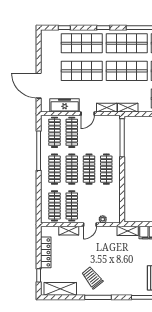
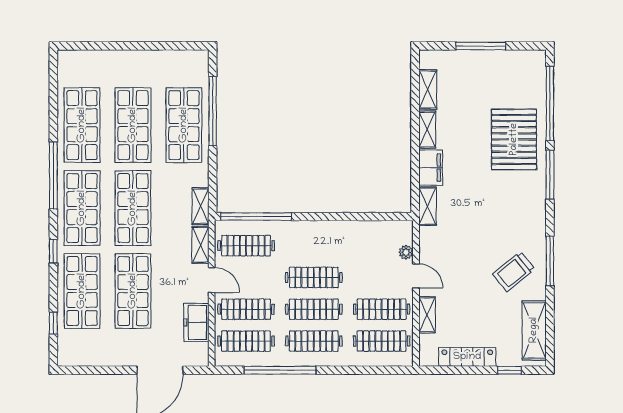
freezer: (65, 105) -> (196, 323), width x0.71
clothes rail: (106, 169) -> (246, 246), moved

